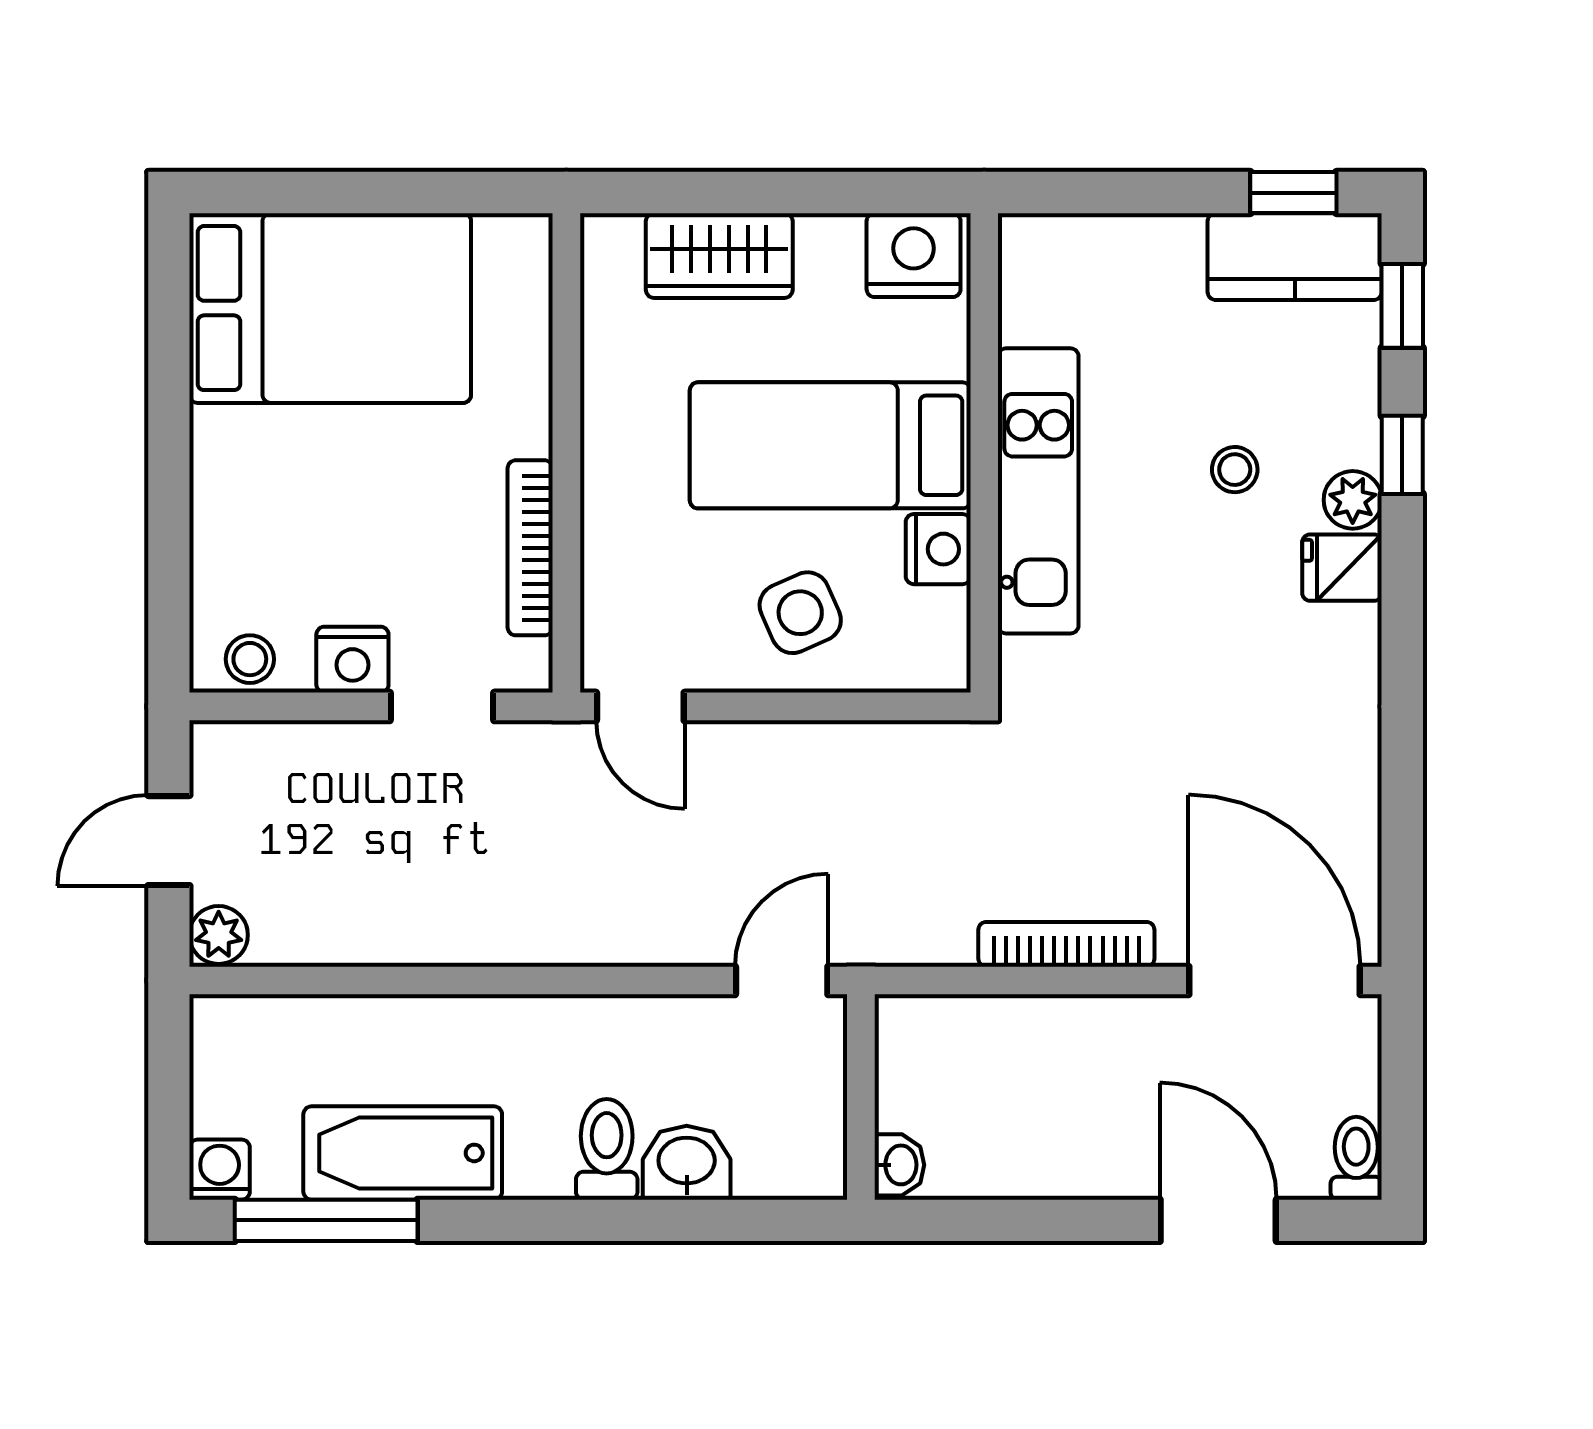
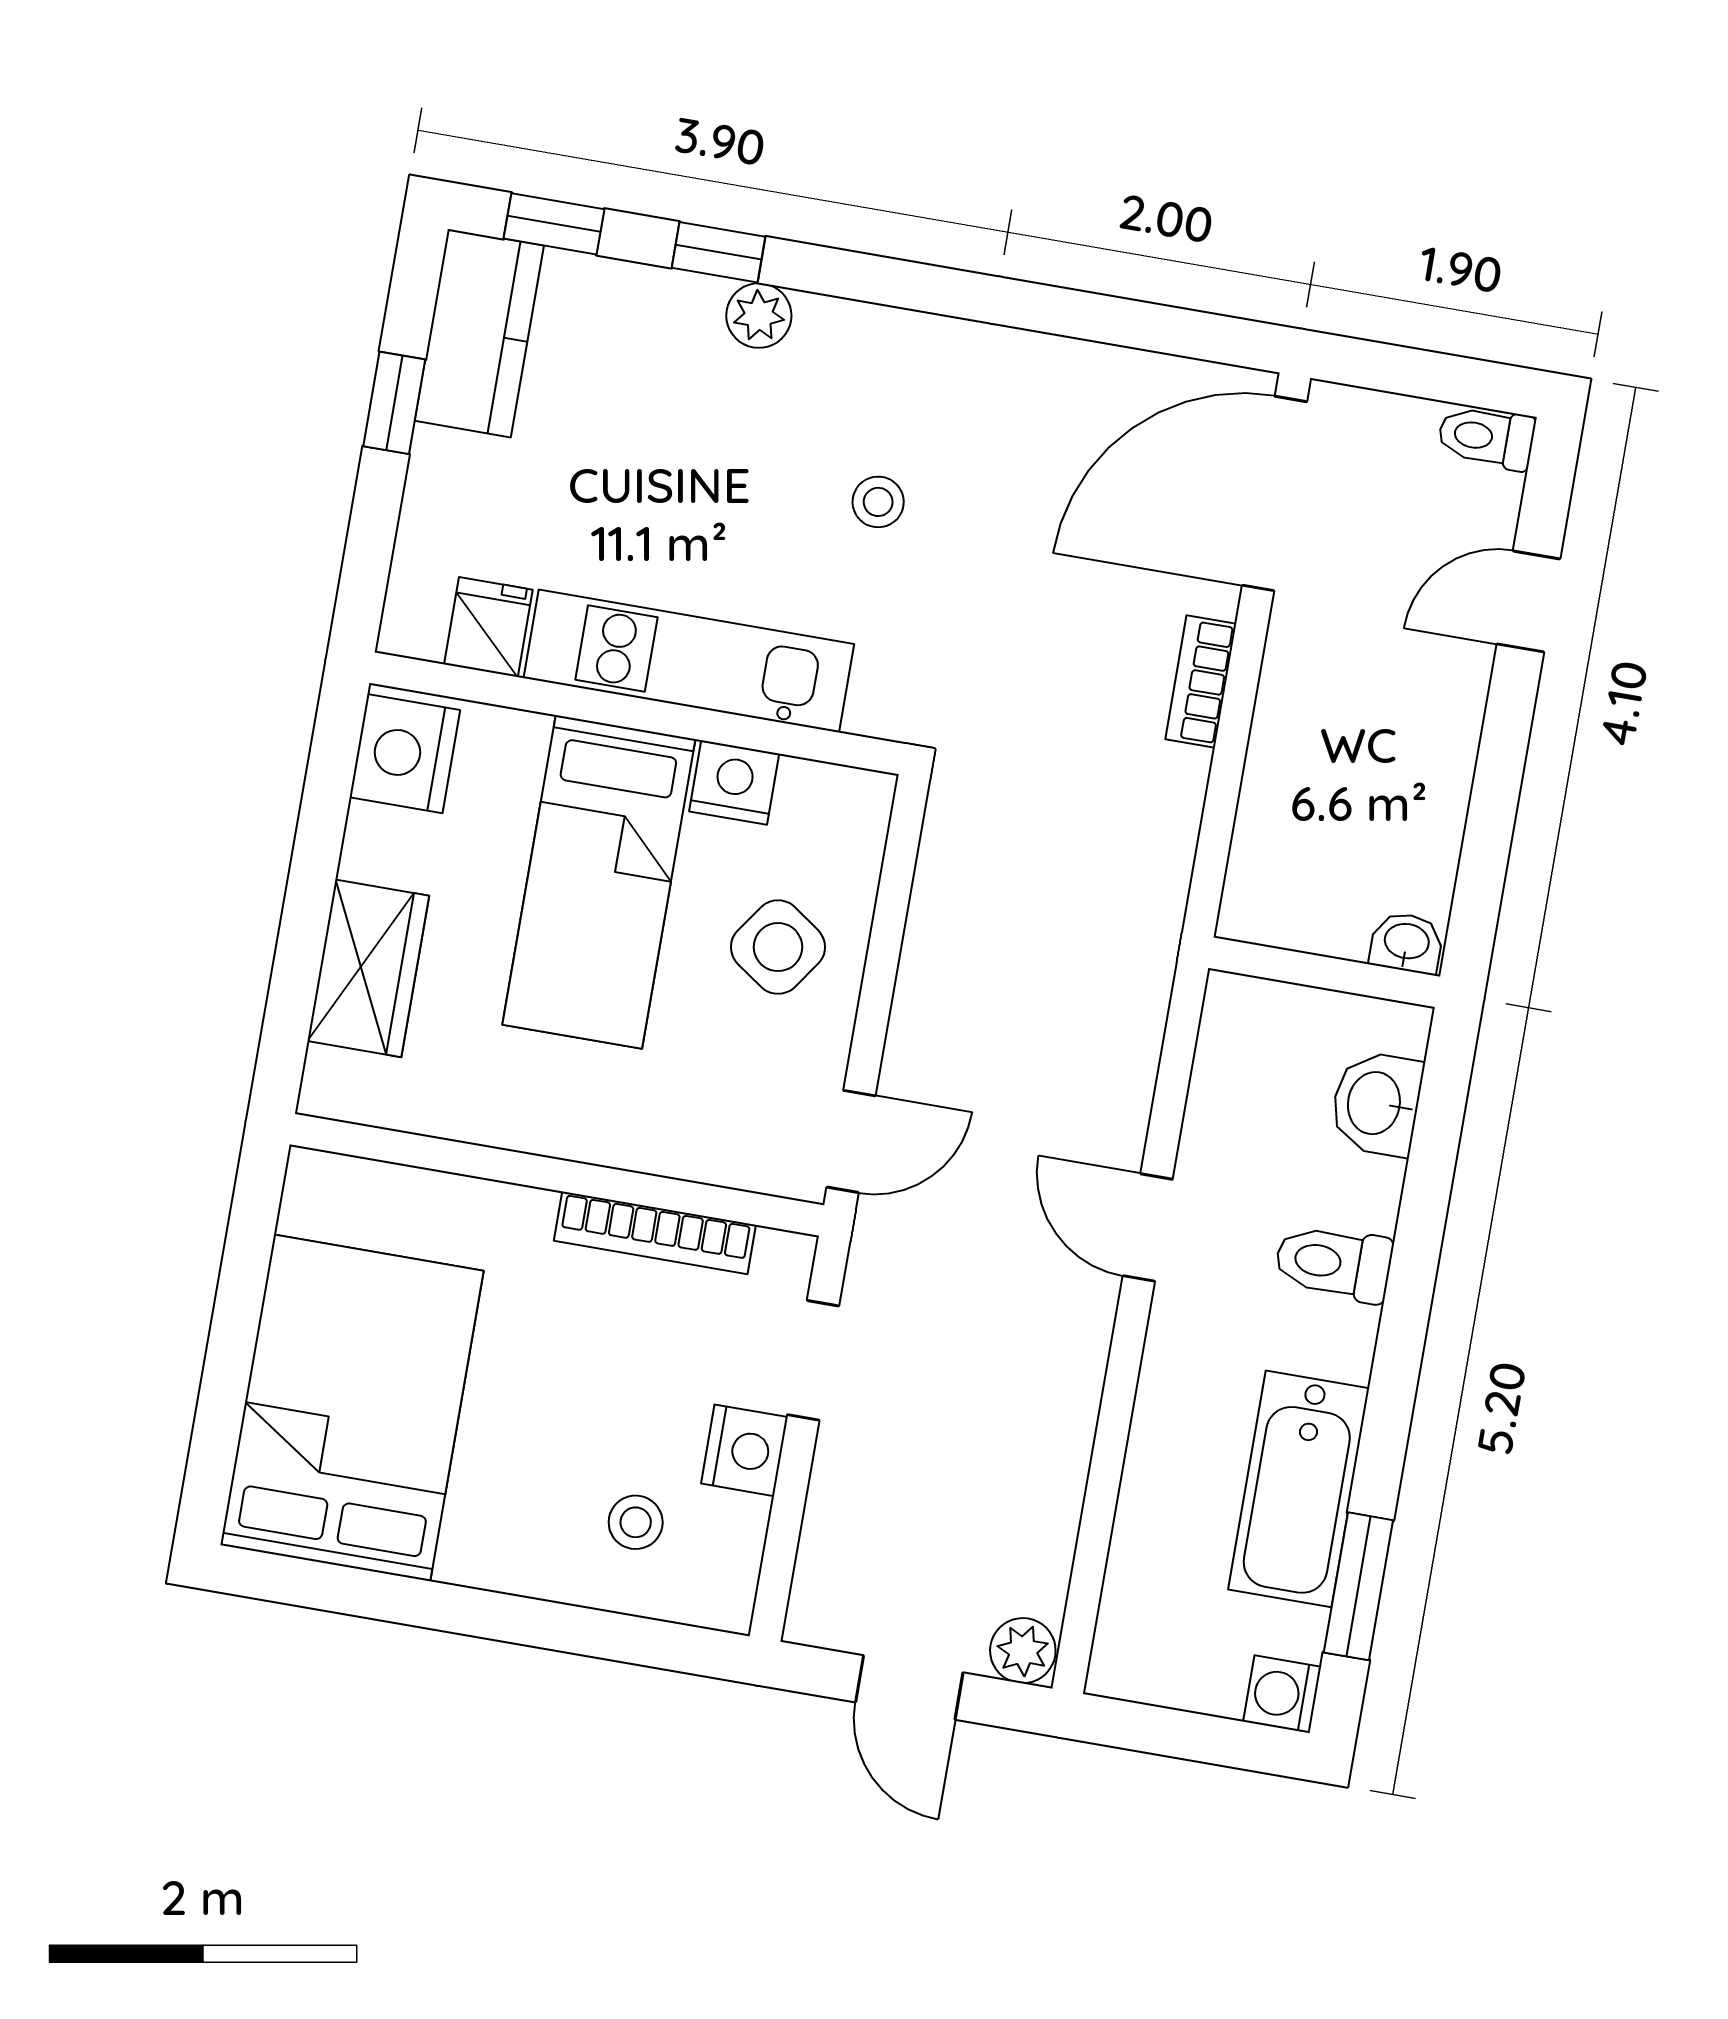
window: (1293, 193) -> (394, 403), moved
stool: (1235, 470) -> (878, 502), moved
fridge: (1342, 568) -> (488, 627), moved, turned 180
side table: (800, 613) -> (778, 947), turned -31
stool: (250, 659) -> (636, 1522), moved
bookcase: (1066, 944) -> (1201, 681), width x0.64
door: (782, 981) -> (1148, 1228), moved
washbasin: (687, 1163) -> (1376, 1103), moved
window: (326, 1220) -> (1358, 1586), width x0.69
door: (1218, 1220) -> (1529, 601), width x0.73

